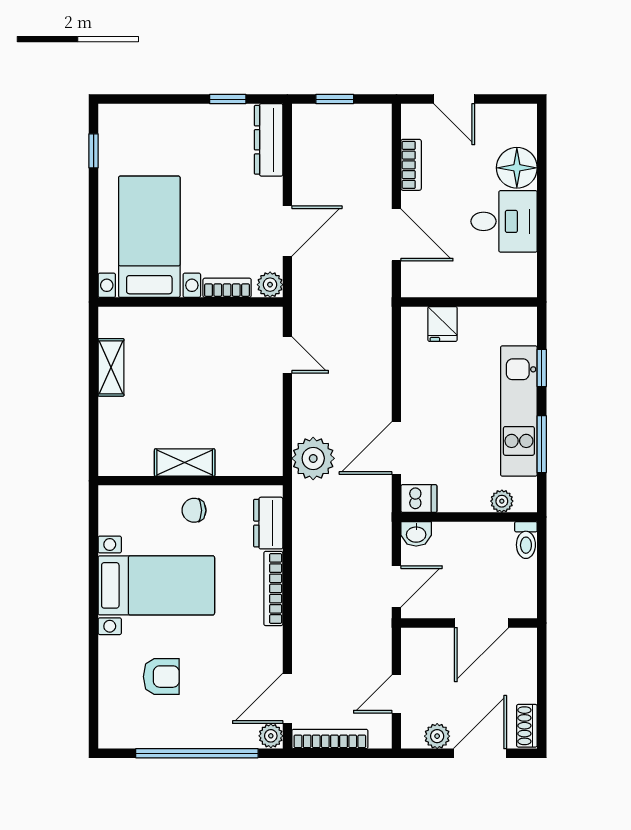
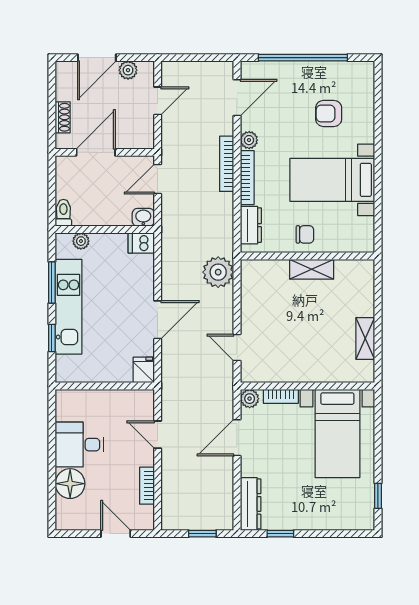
door: (396, 235) -> (158, 435), width x0.73
fridge: (442, 324) -> (144, 370), moved
door: (396, 448) -> (158, 320), moved
shoe rack: (527, 726) -> (63, 117), moved
plant: (271, 736) -> (249, 140), moved
bookcase: (330, 739) -> (227, 164), moved, turned 90

